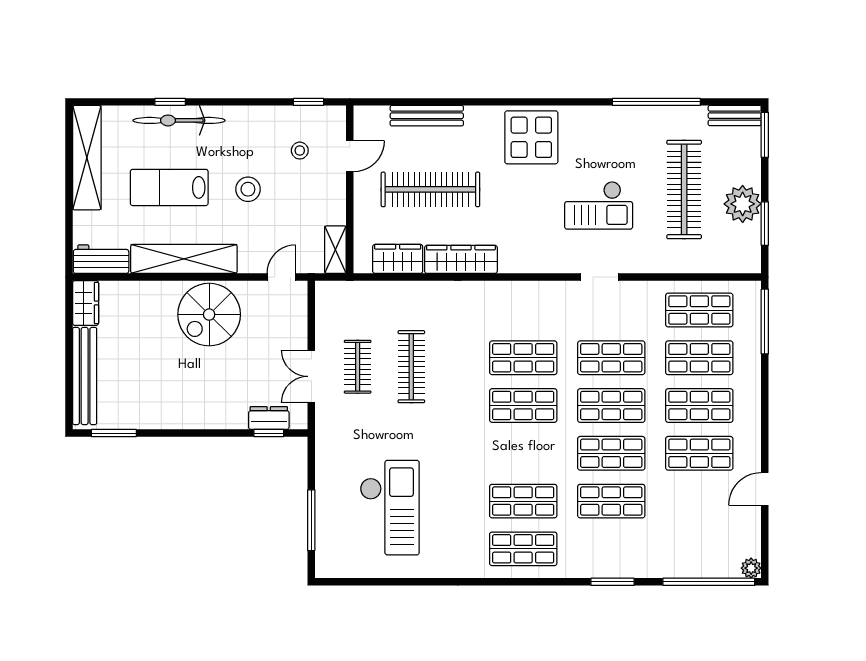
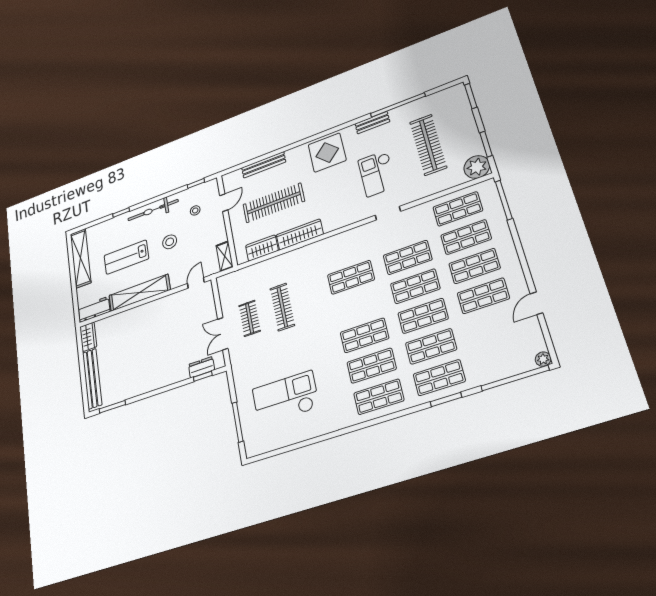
bench: (735, 116) -> (372, 123), moved
bicycle: (179, 120) -> (153, 210), moved
plant: (743, 204) -> (477, 167), moved
checkout: (599, 205) -> (377, 173), turned 90
spiral stairs: (209, 315) -> (158, 319), removed
shop shelf: (523, 406) -> (364, 335), moved
checkout: (390, 508) -> (286, 398), turned -90
shop shelf: (611, 549) -> (439, 378), added

